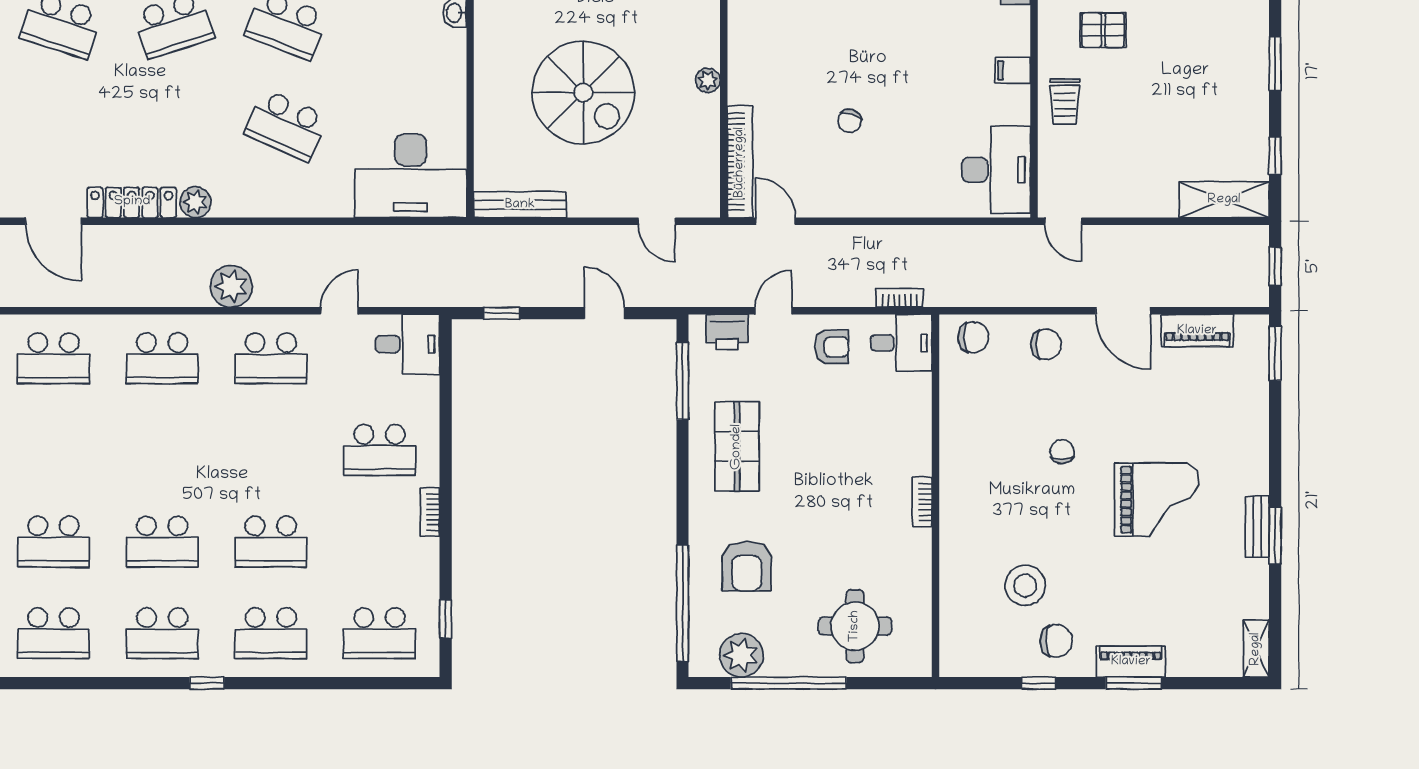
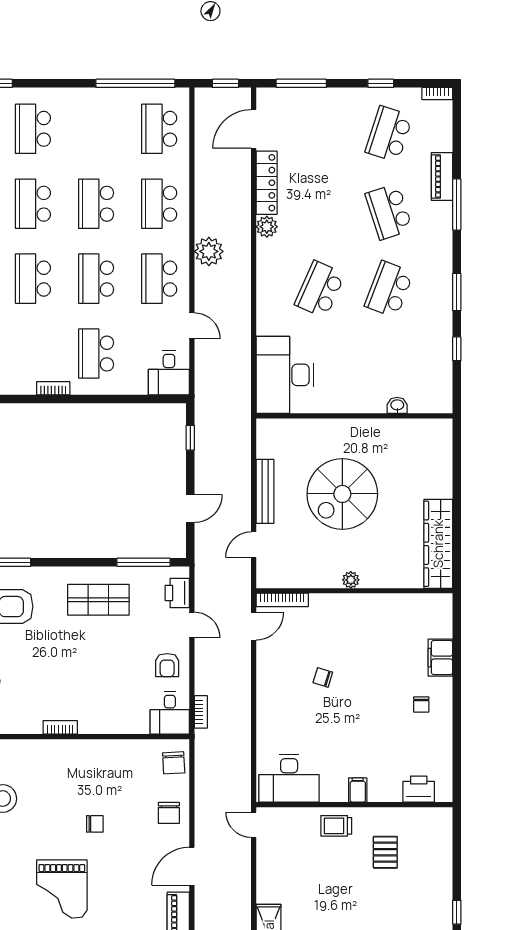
bookcase: (740, 162) -> (282, 600), width x0.68, depth x0.76
bench: (520, 205) -> (265, 491), moved
door: (1063, 221) -> (254, 825), hinge flipped
school desk: (162, 450) -> (96, 204), added
school desk: (271, 450) -> (96, 279), added

